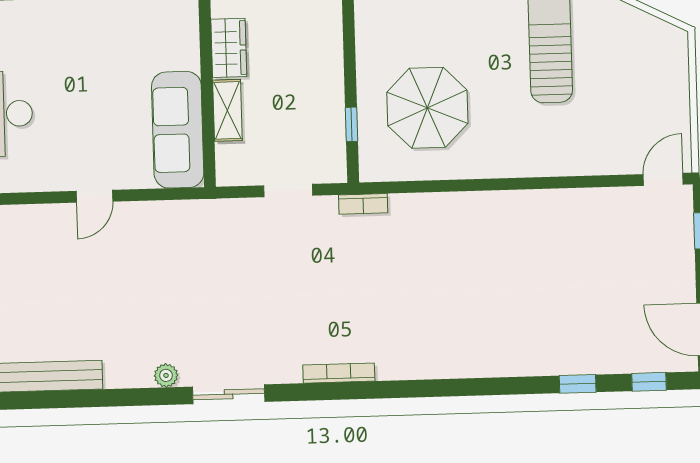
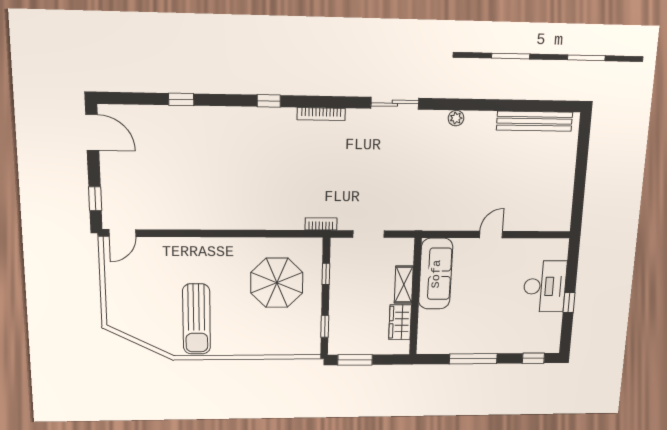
window: (349, 38) -> (325, 326), added
bookcase: (339, 373) -> (321, 114), moved
window: (649, 382) -> (269, 101), moved
sliding door: (229, 394) -> (395, 103), moved

